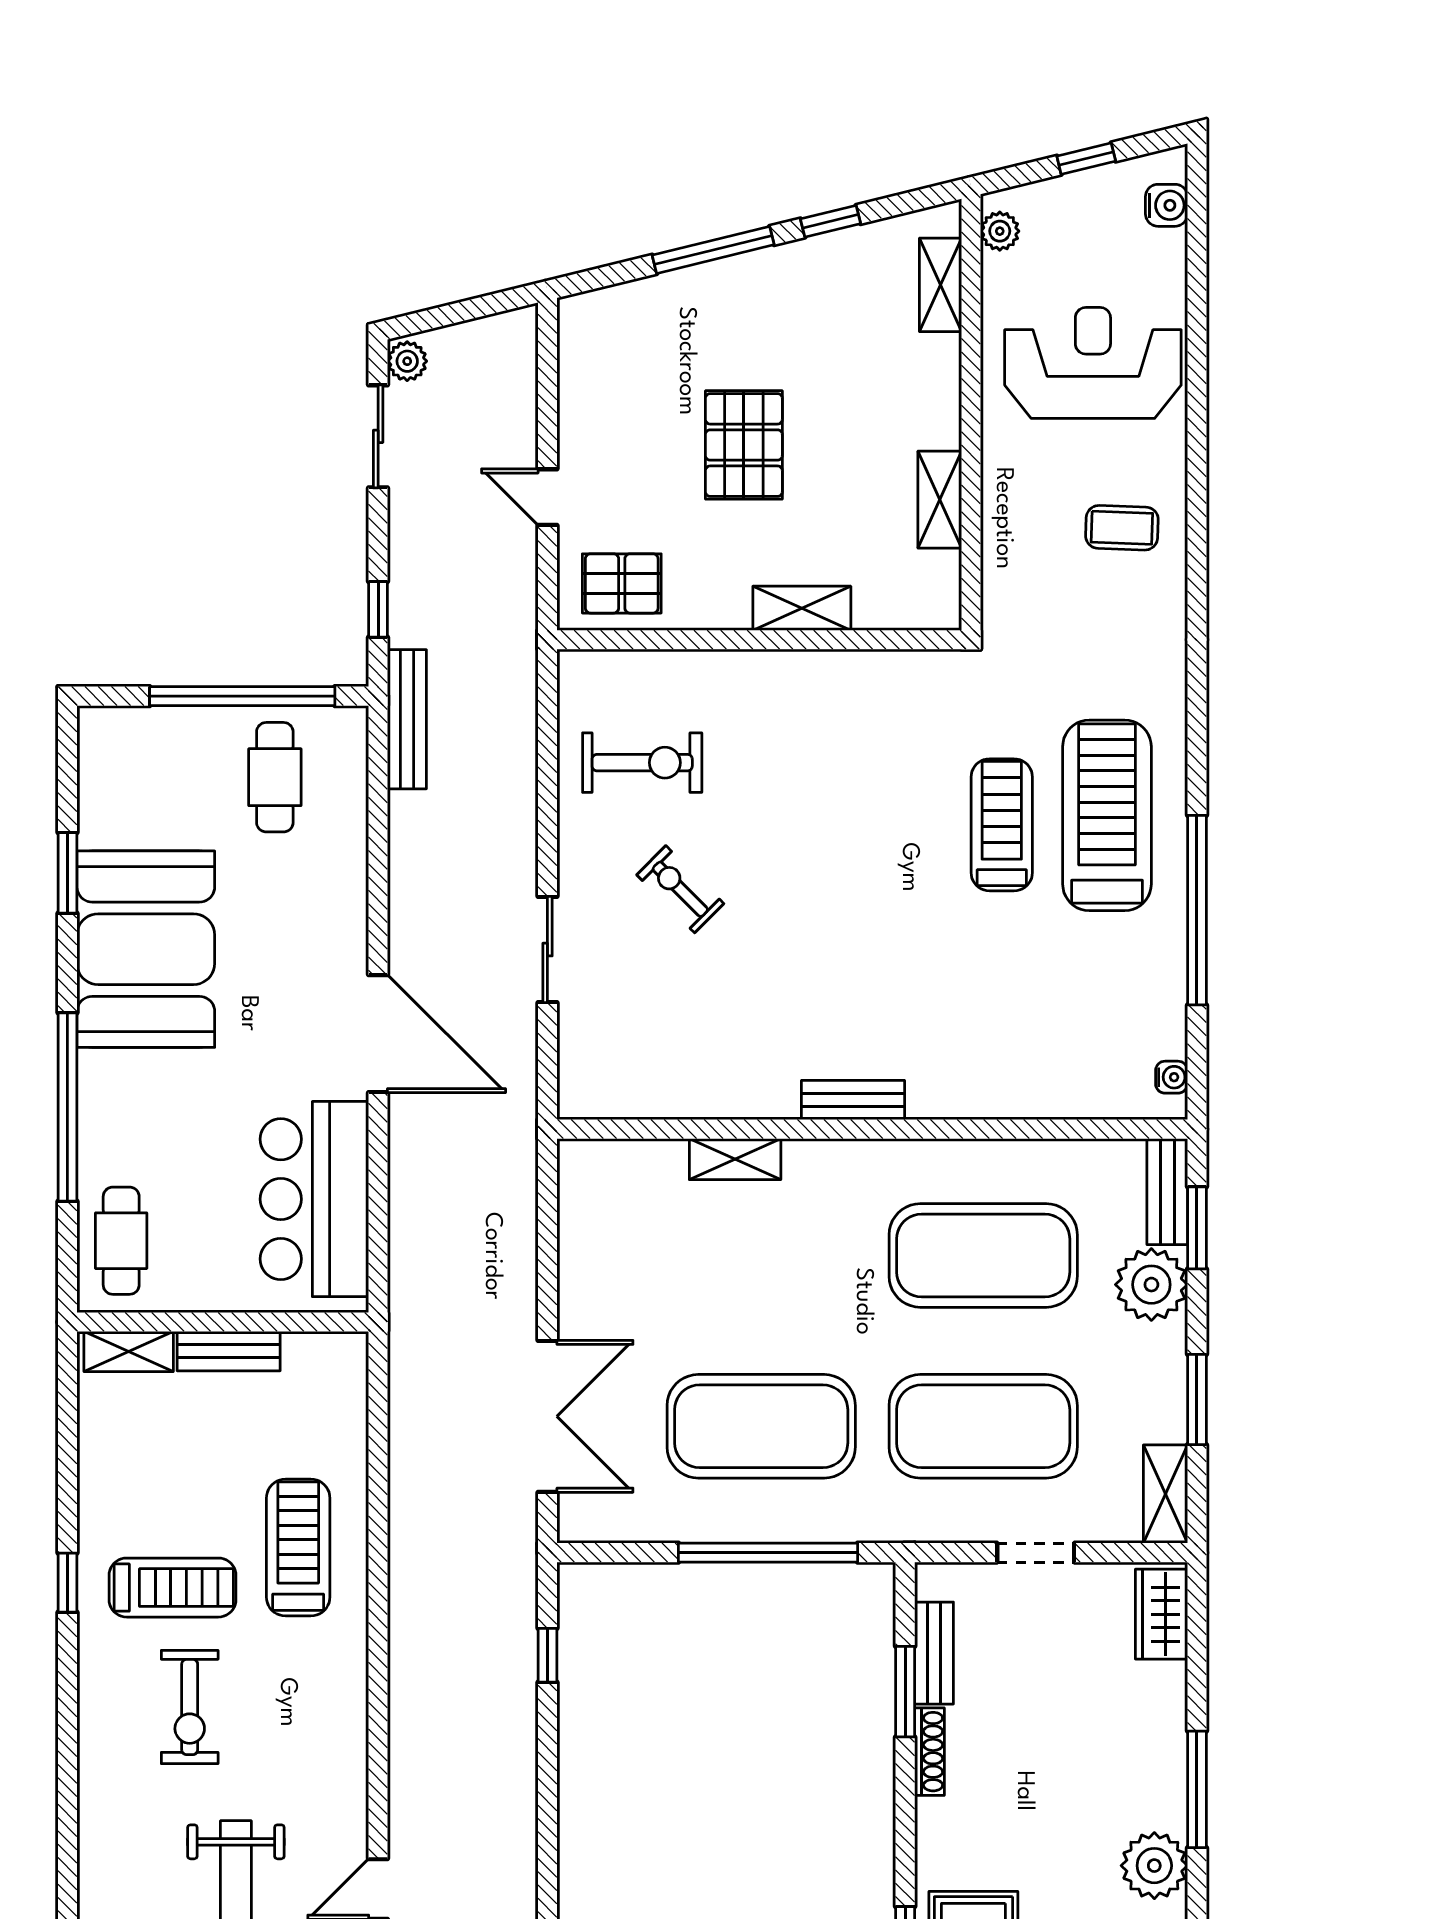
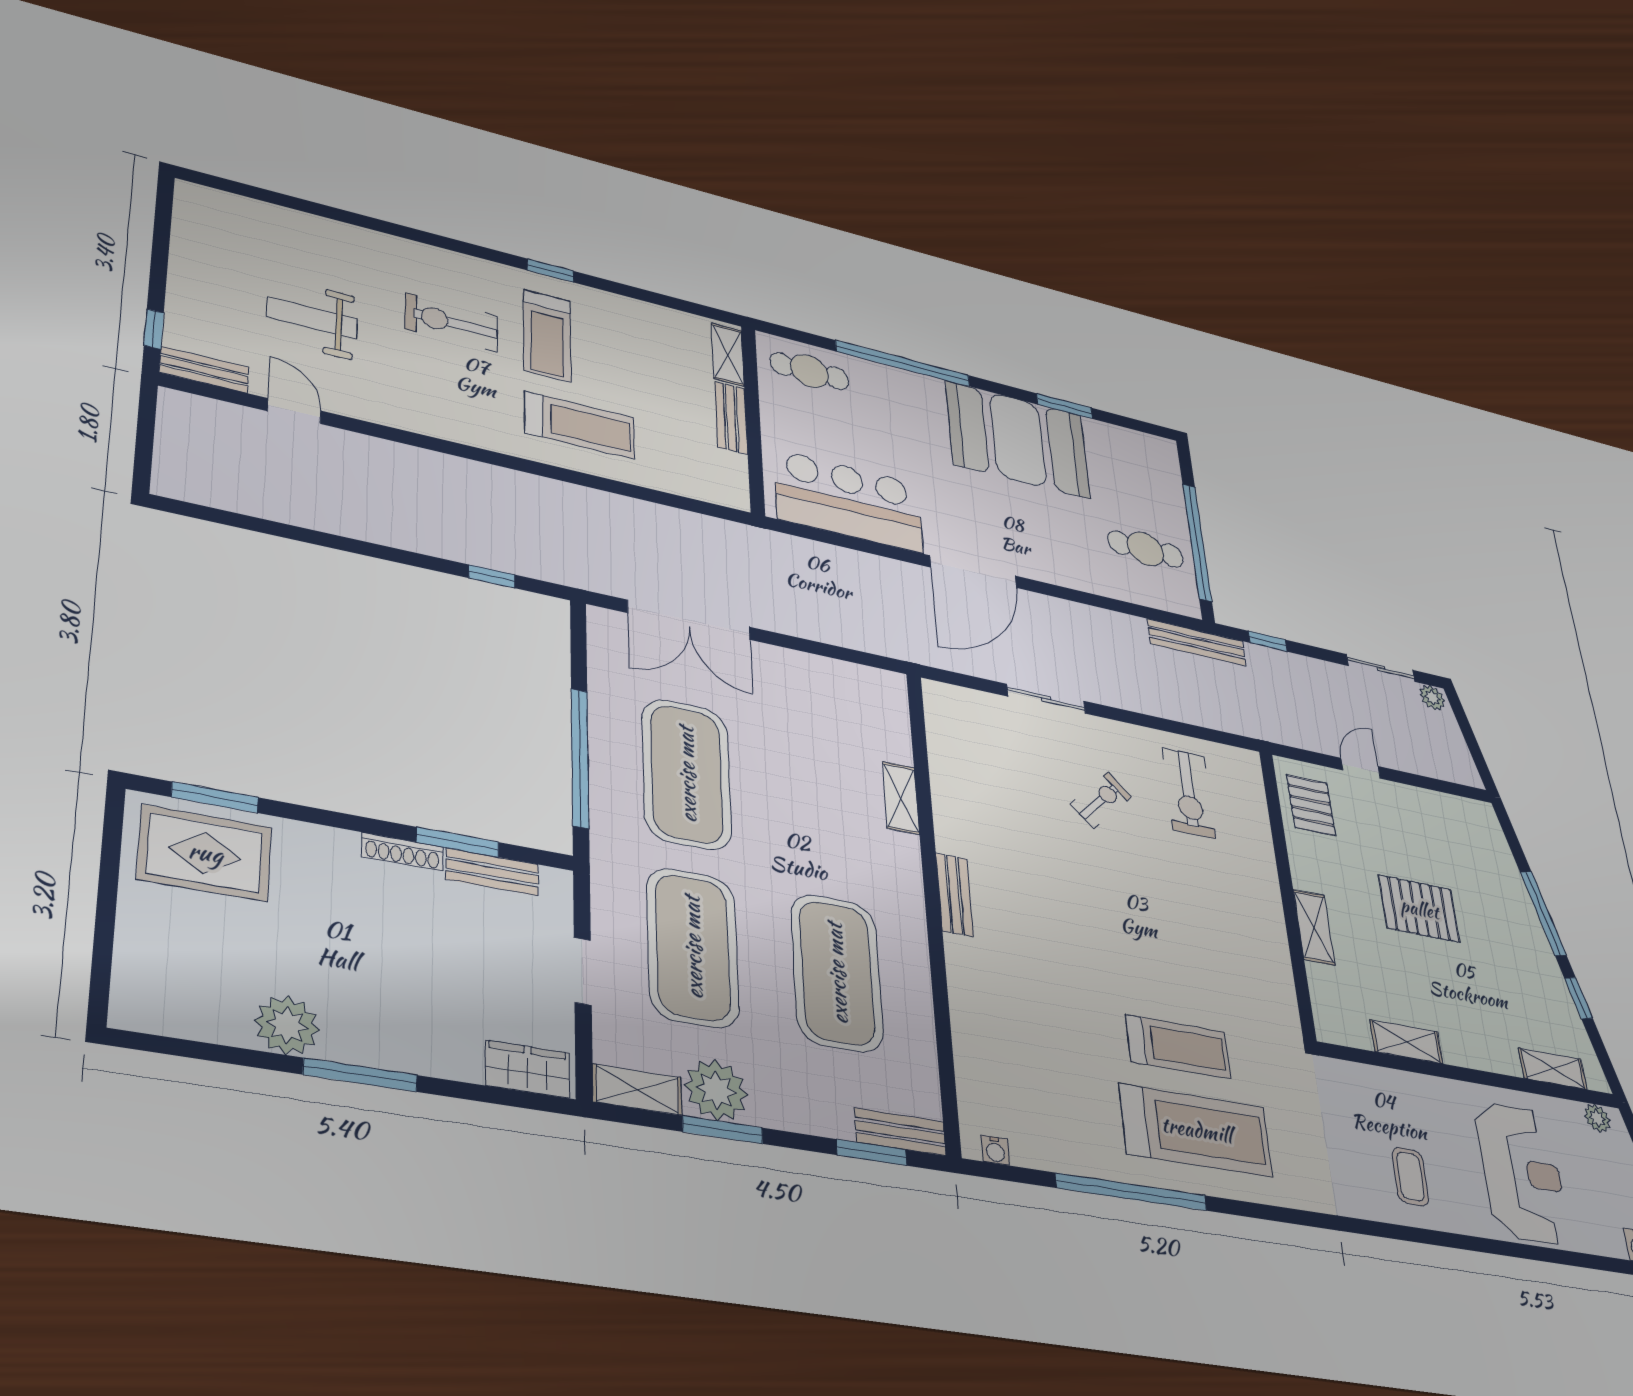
plant: (1151, 1285) -> (716, 1090), moved

